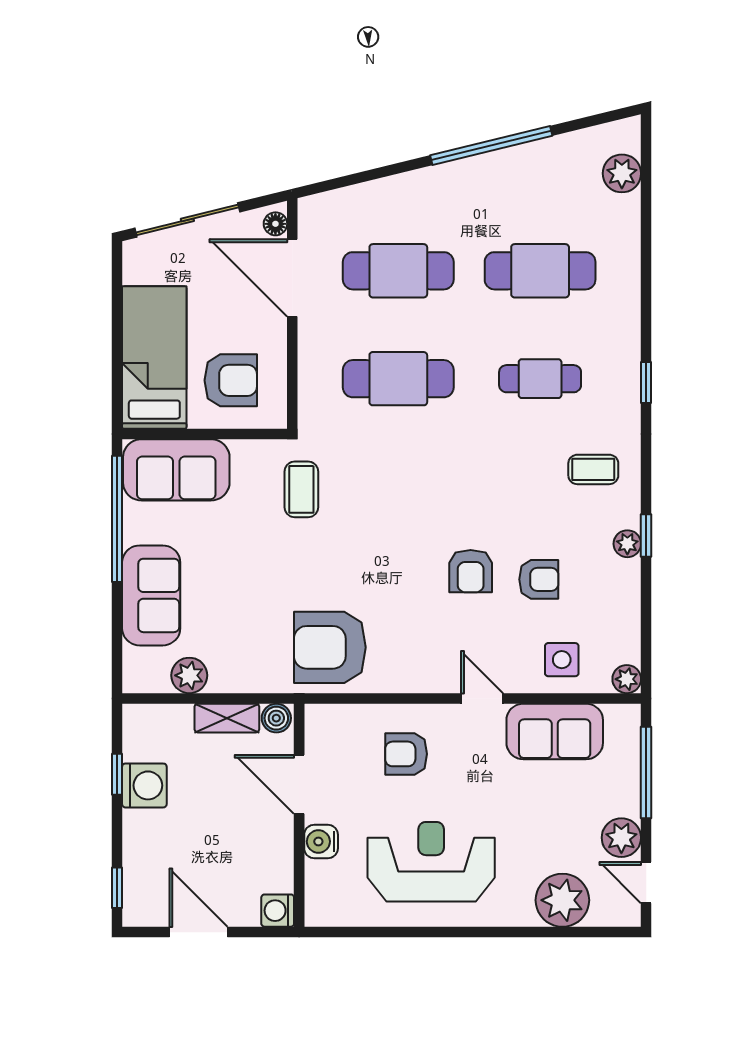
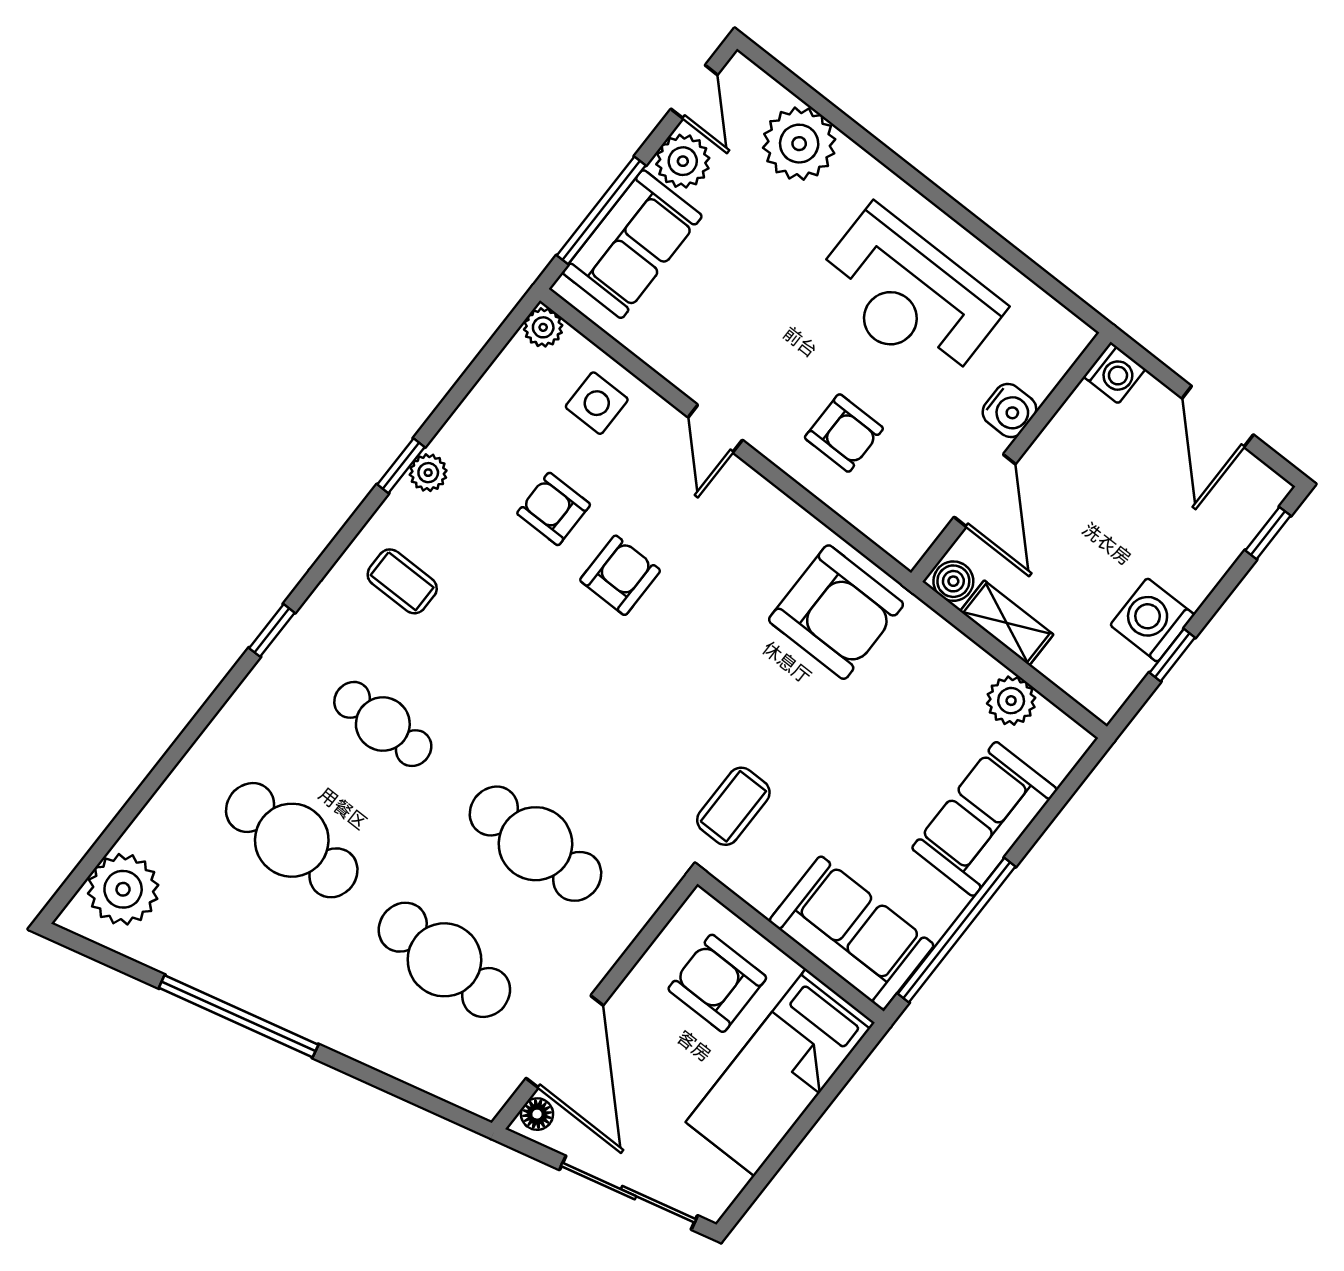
plant: (622, 173) -> (123, 889), width x1.36, depth x1.36
sofa: (555, 731) -> (632, 244), moved, turned 90

